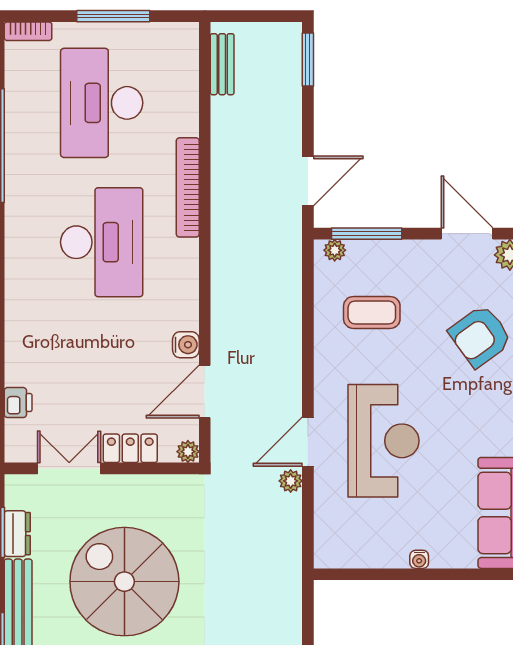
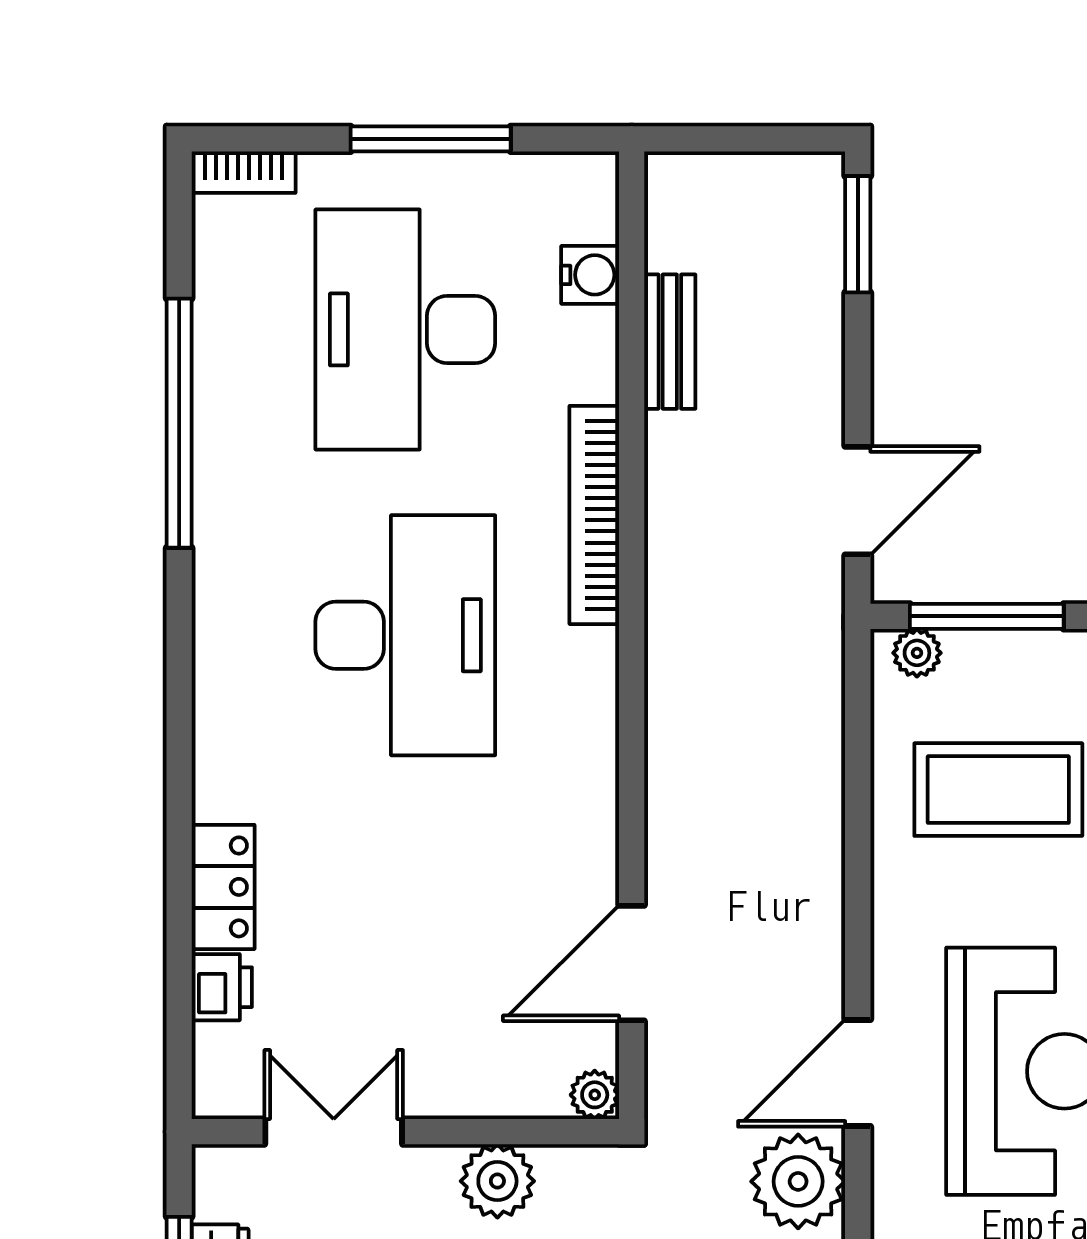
bench: (222, 64) -> (670, 342), moved
coffee table: (372, 312) -> (998, 790), width x1.36, depth x1.32
water cooler: (186, 345) -> (590, 275), moved
locker: (130, 448) -> (223, 887), moved, turned 90
plant: (291, 481) -> (798, 1181), width x1.87, depth x1.87
plant: (144, 491) -> (497, 1181), added

